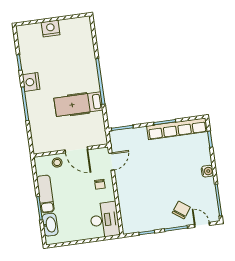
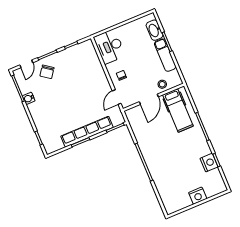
nightstand: (31, 82) -> (209, 163), moved
hospital bed: (78, 104) -> (178, 110), moved, turned 90
row of seats: (177, 129) -> (87, 132), moved
door: (76, 150) -> (149, 99), swing flipped
water cooler: (207, 171) -> (29, 98), moved
door: (202, 225) -> (26, 64), hinge flipped

